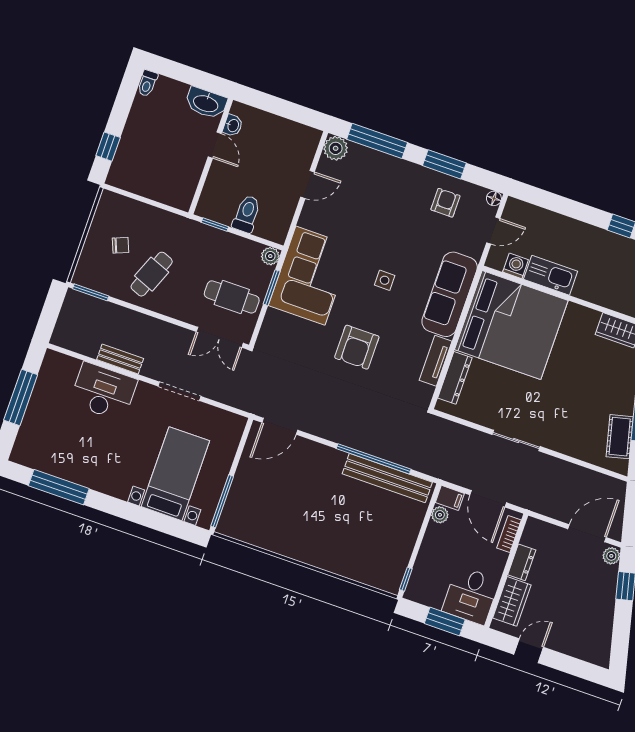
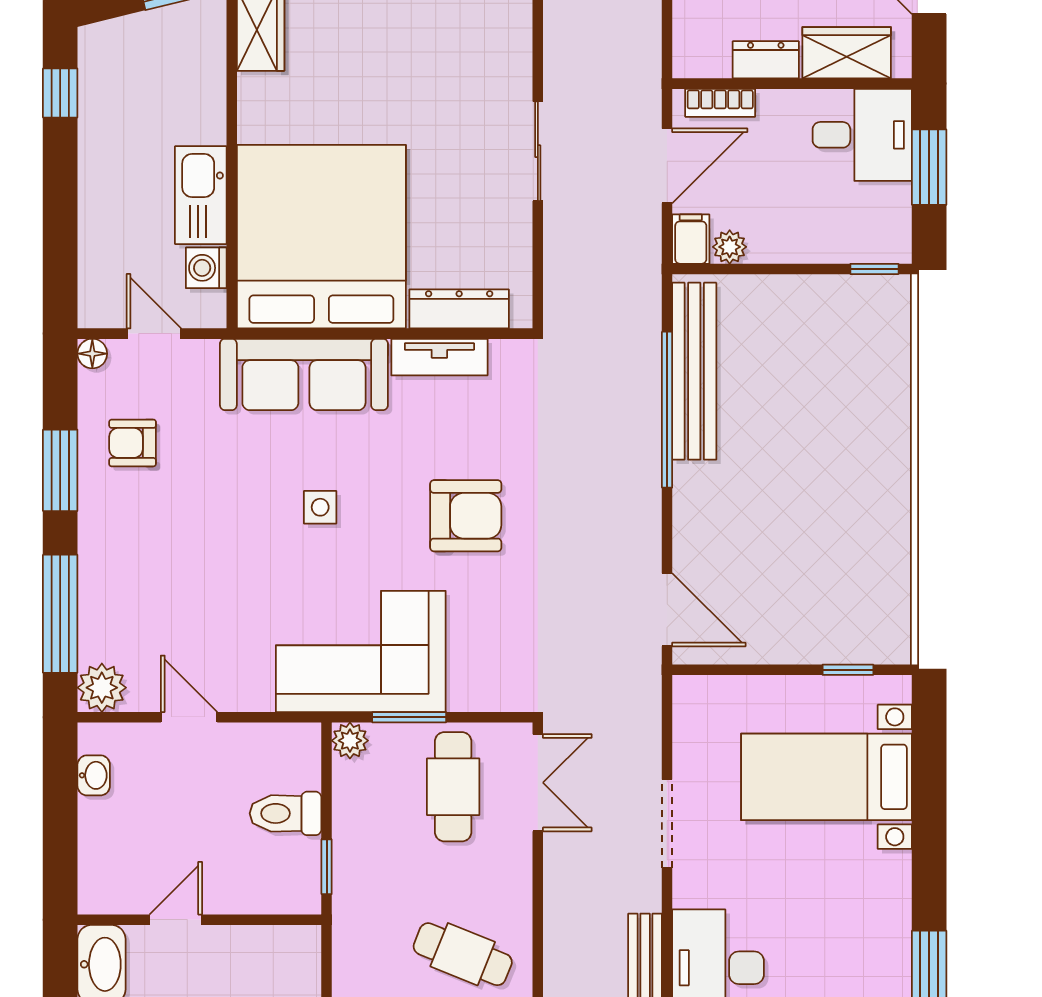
washbasin: (233, 125) -> (94, 775), moved, turned 90
window: (222, 501) -> (848, 670), width x0.46

